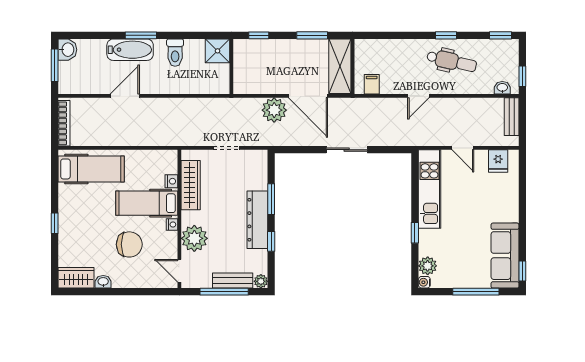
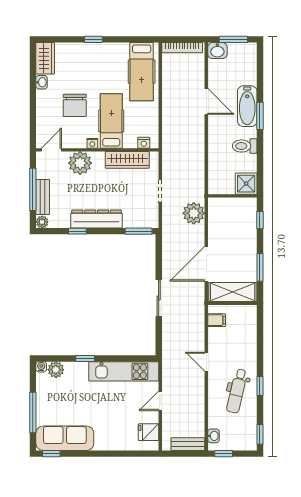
washbasin: (67, 50) -> (217, 51), moved
plant: (274, 110) -> (194, 213), moved
nightstand: (171, 181) -> (144, 143), moved
window: (271, 199) -> (139, 231), moved

